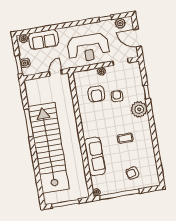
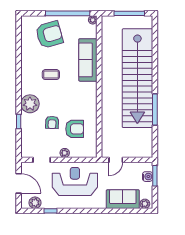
armchair: (96, 94) -> (75, 129), turned 90
armchair: (132, 173) -> (49, 35), width x1.88, depth x1.88

